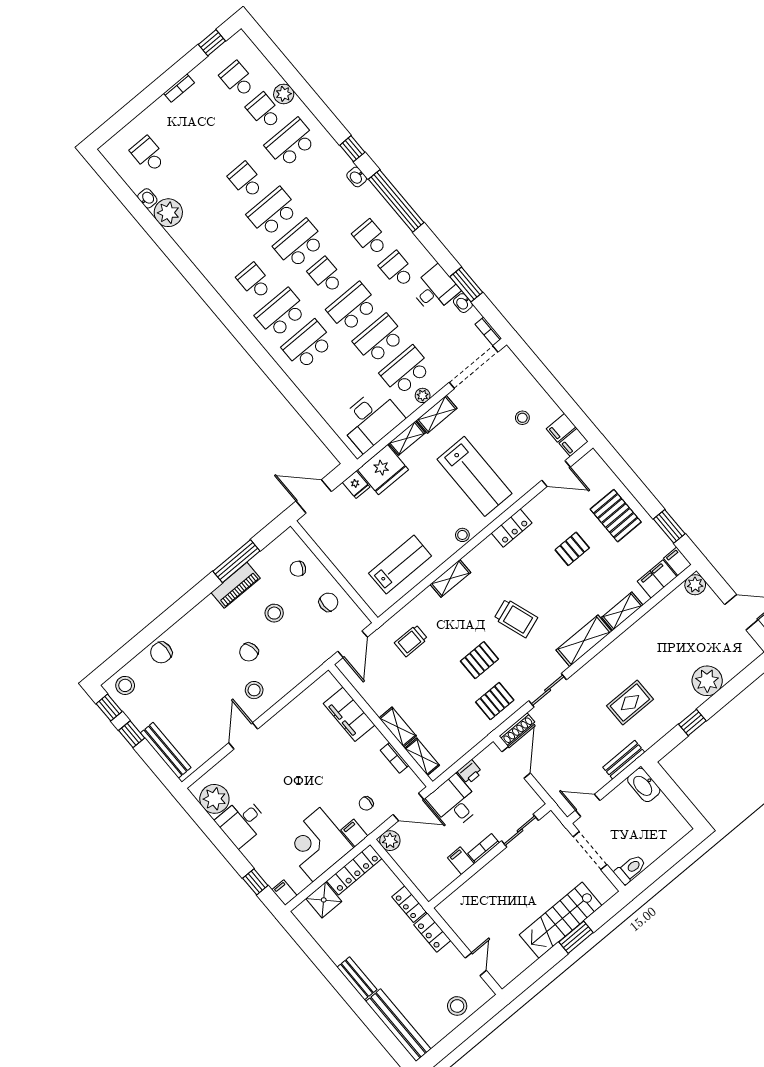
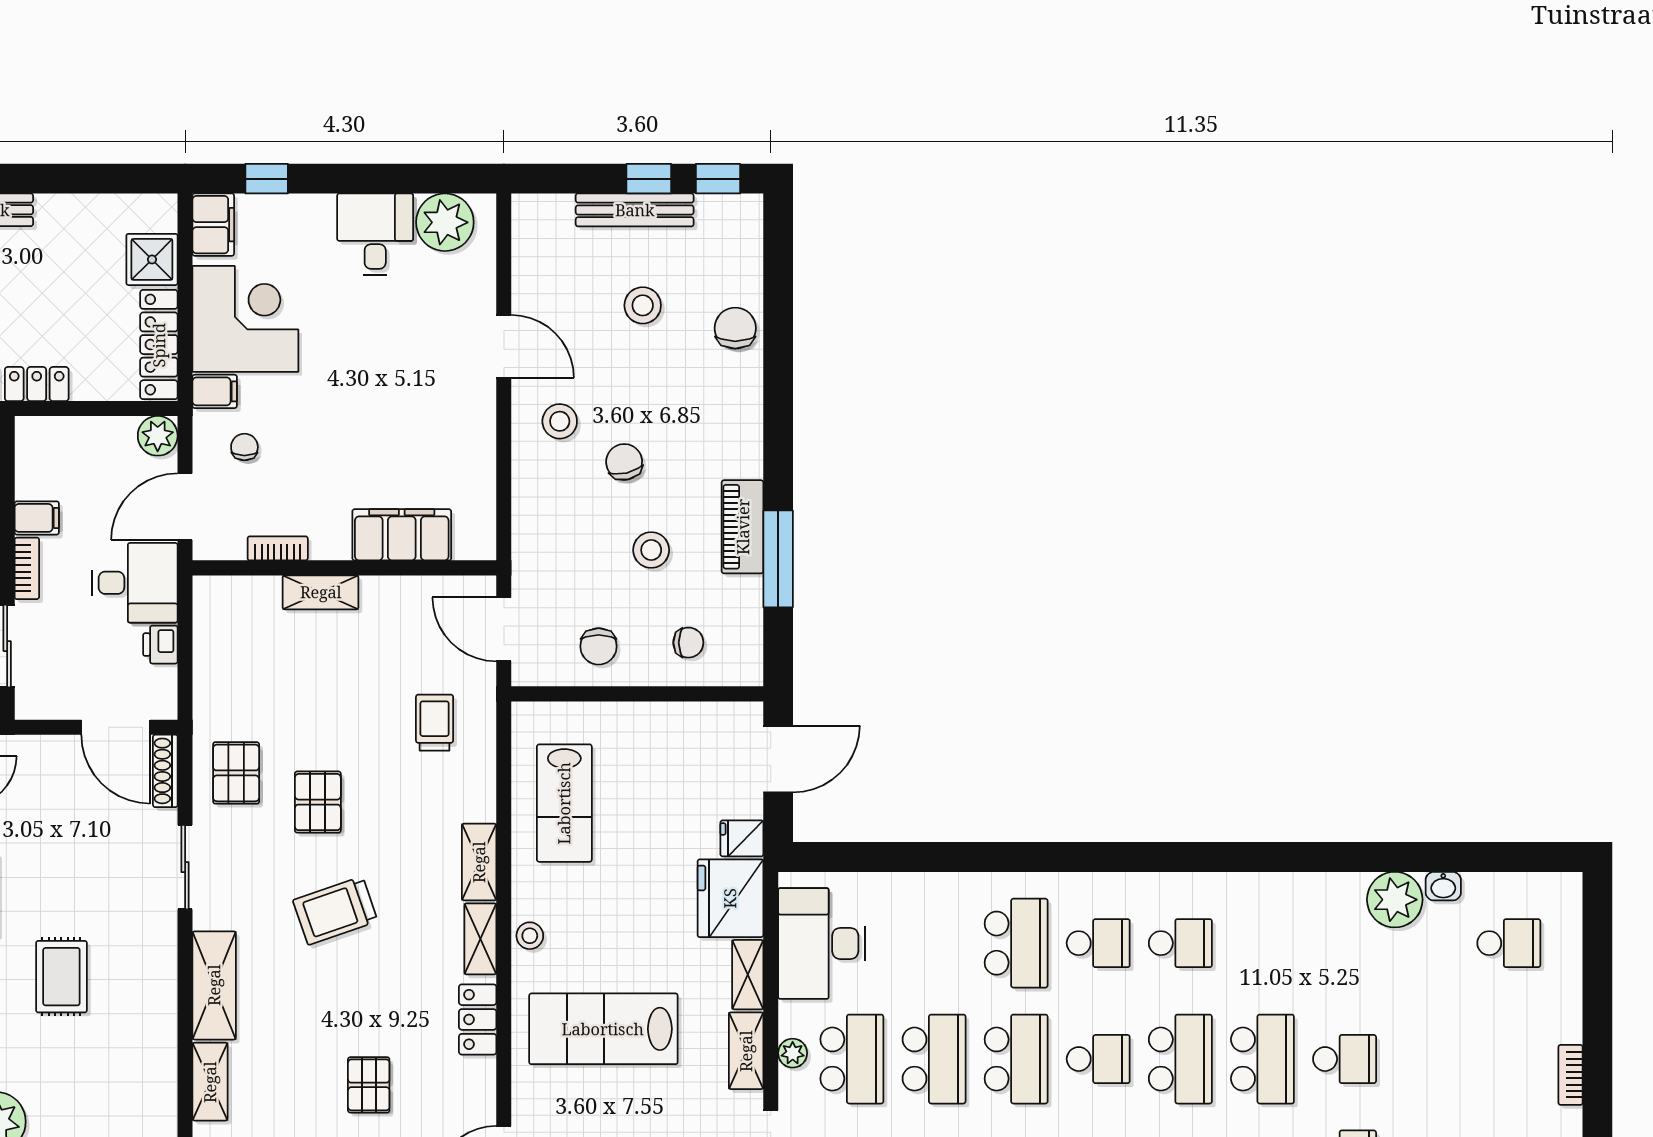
school desk: (281, 313) -> (1098, 943), width x0.54
chair: (298, 569) -> (688, 643), turned 61
stool: (125, 685) -> (643, 305), moved
bench: (166, 750) -> (635, 210), moved
shelving: (422, 757) -> (480, 939), moved, turned 90
filing cabinet: (284, 893) -> (213, 225), width x2.00

